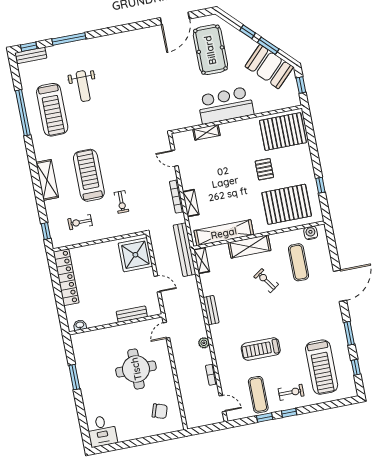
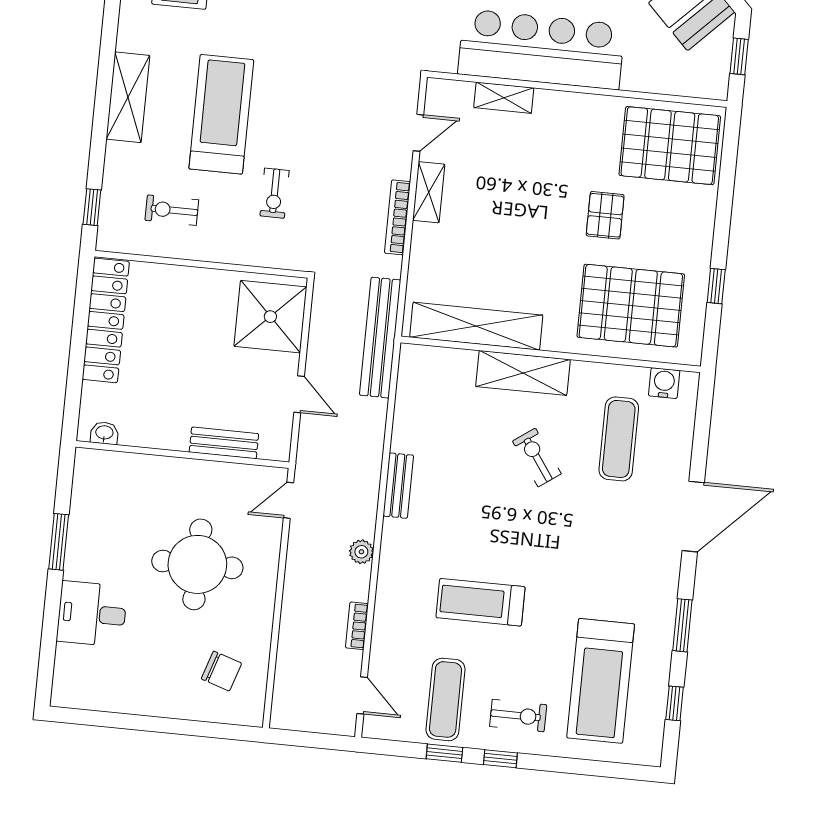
bar counter: (226, 105) -> (541, 49), width x1.36
door: (175, 158) -> (418, 133), swing flipped
shelving: (191, 203) -> (429, 192), moved
shelving: (202, 260) -> (410, 372), removed
desk: (102, 431) -> (92, 614), moved, turned 90

